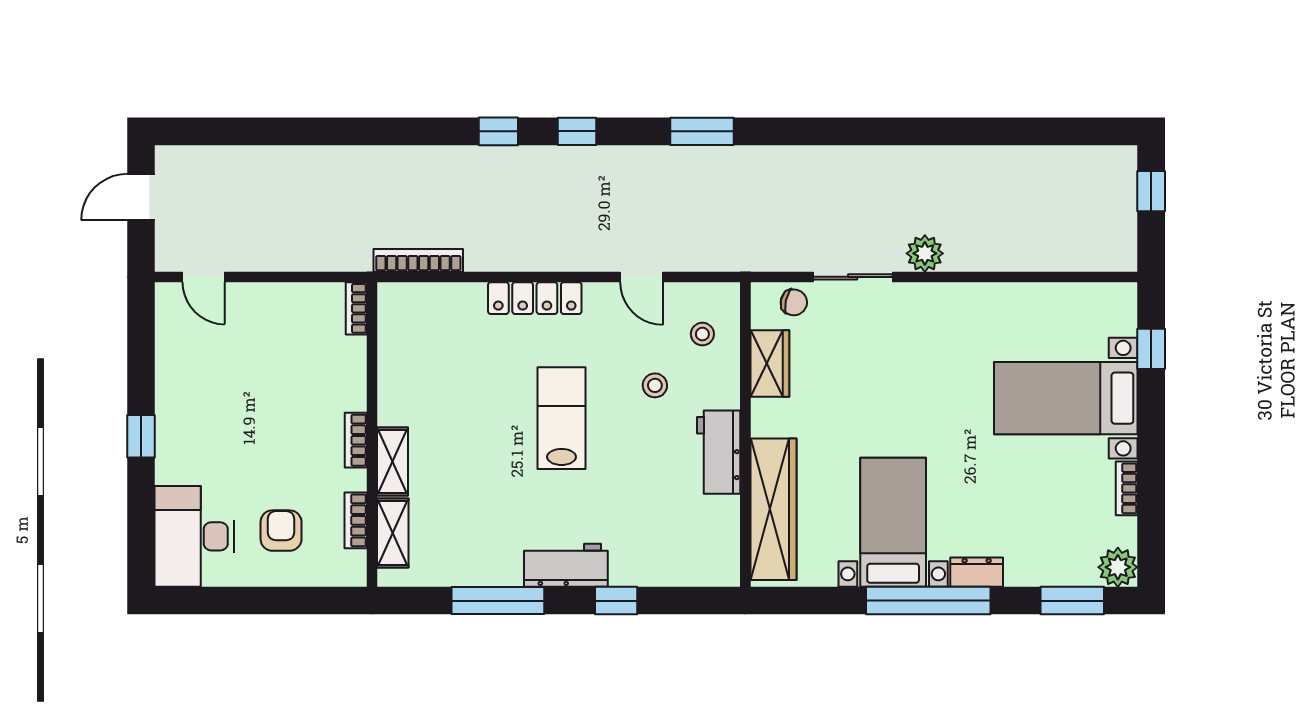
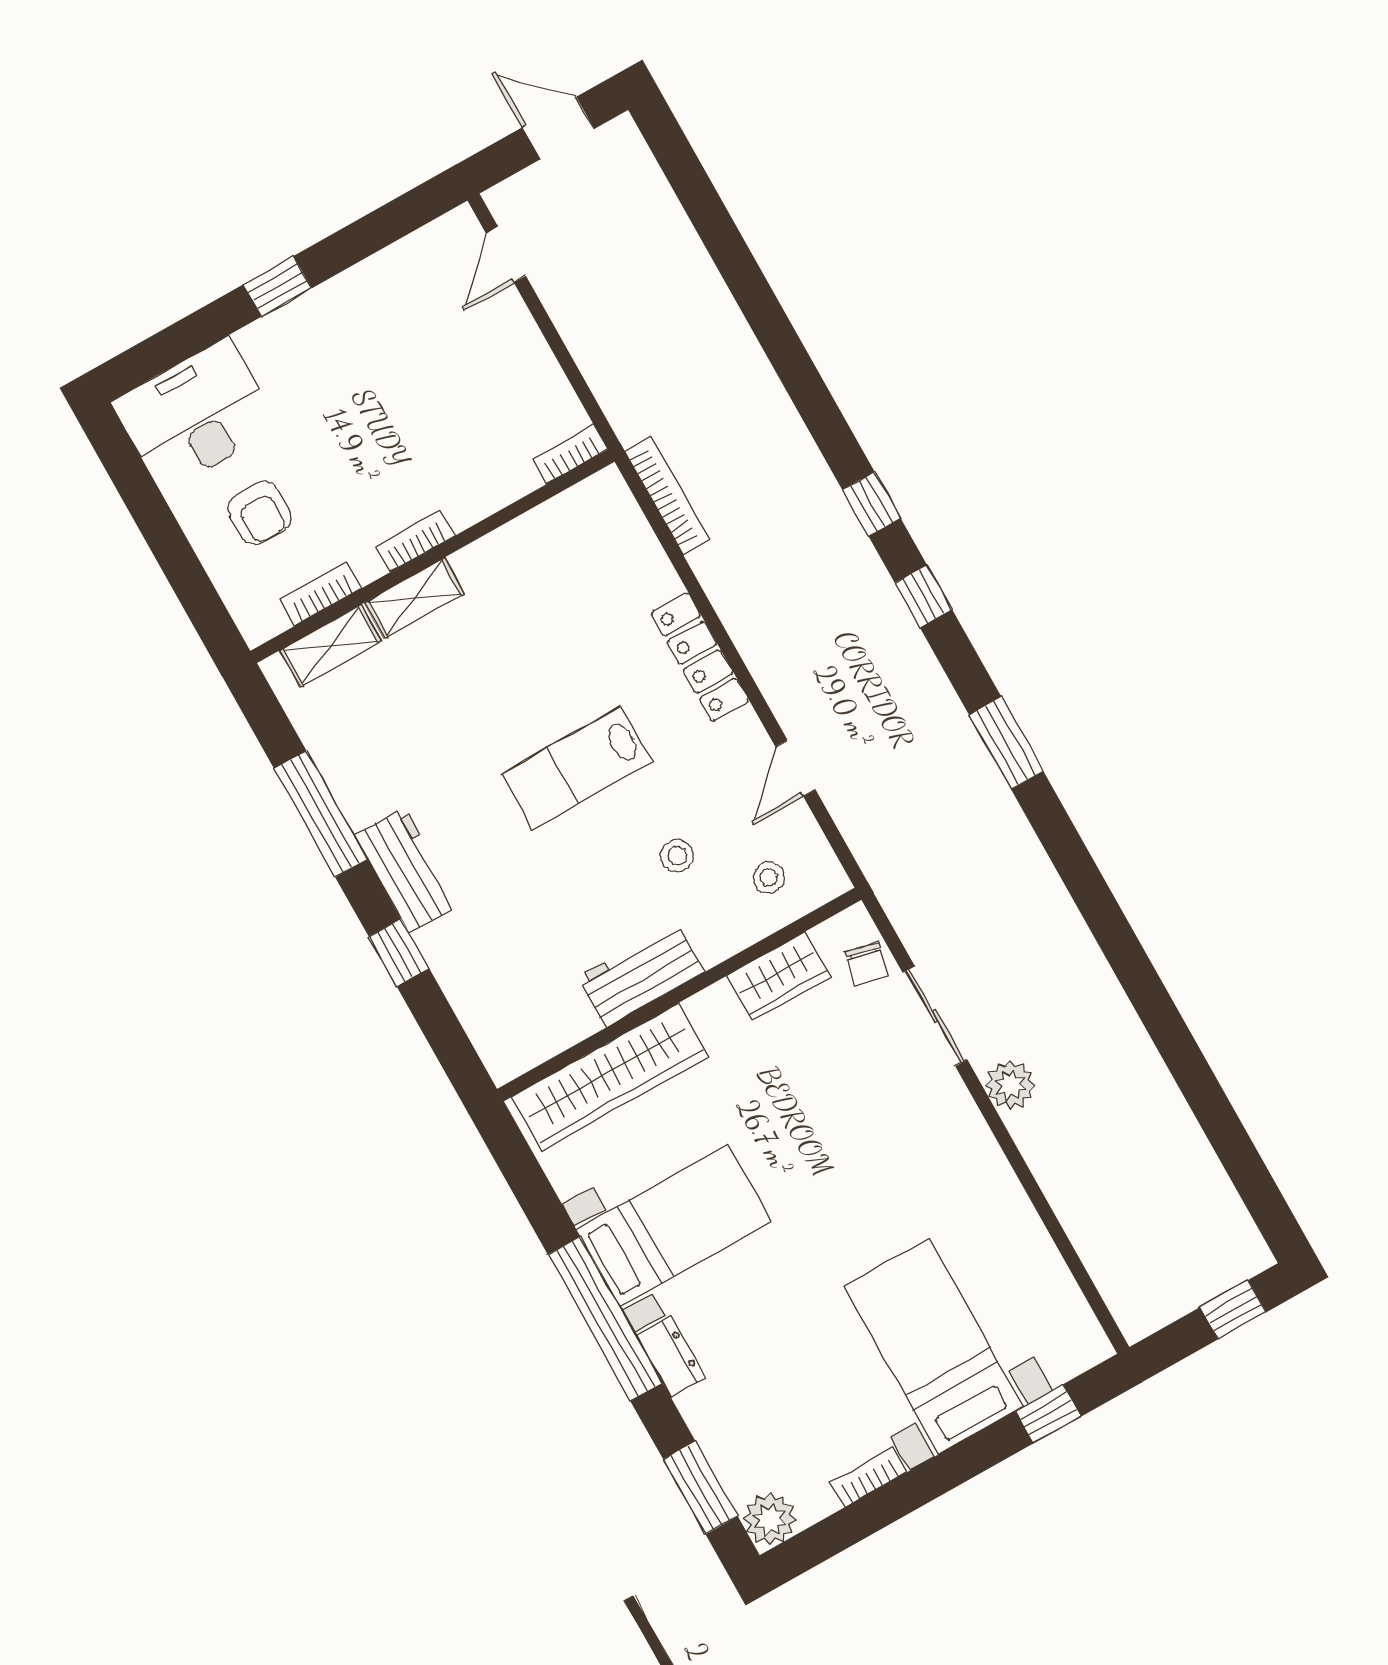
lab bench: (562, 418) -> (577, 768), turned 180
armchair: (281, 531) -> (259, 513), turned 90

